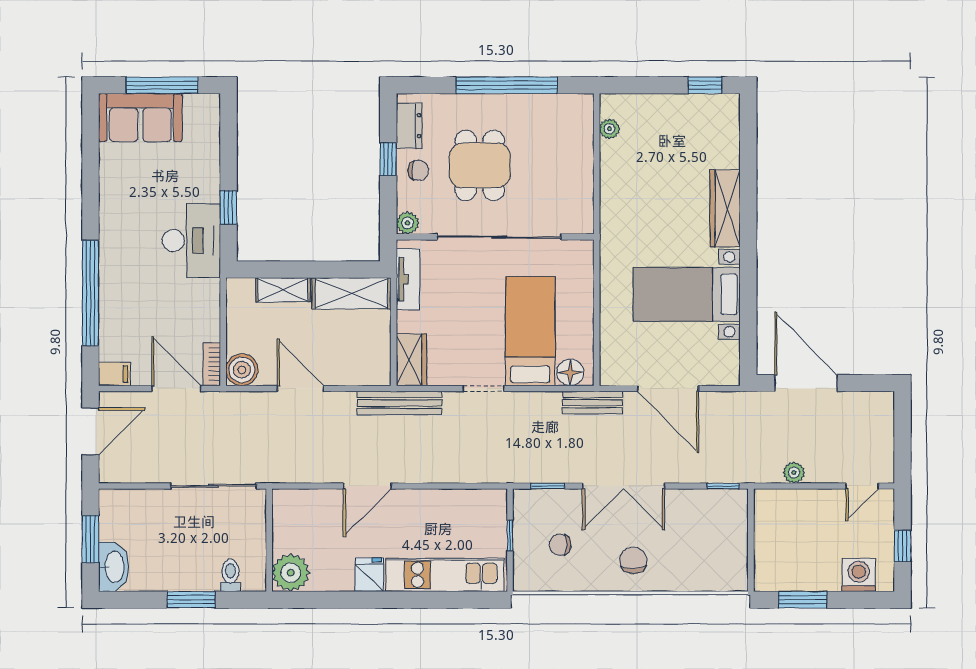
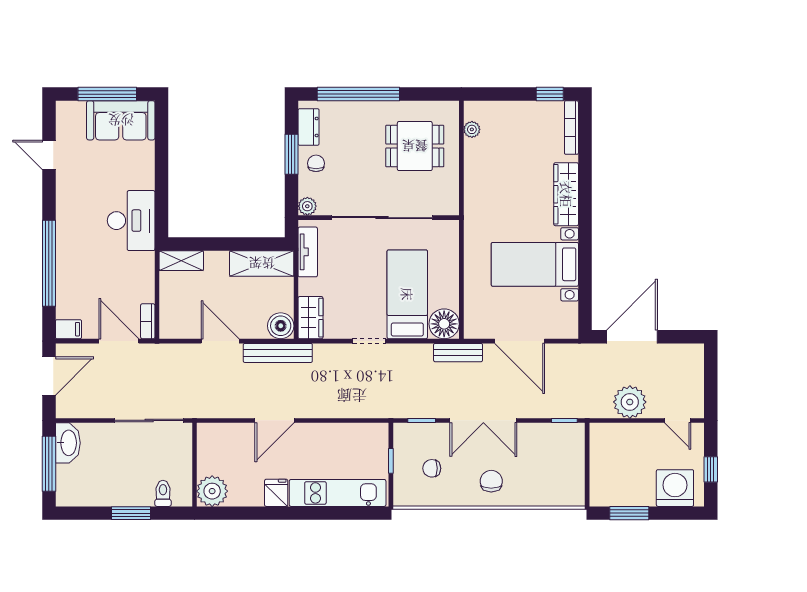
window: (507, 85) -> (358, 94), moved
sofa: (140, 118) -> (121, 120), moved
bookcase: (732, 126) -> (571, 128), added
window: (388, 159) -> (292, 154), width x1.50
door: (90, 160) -> (49, 155), added
dining table: (480, 165) -> (415, 146), moved, turned 90
chair: (418, 170) -> (316, 163), turned -90
window: (228, 207) -> (161, 194), removed
shelving: (283, 290) -> (181, 261), moved
boiler: (242, 370) -> (281, 326), moved
floor lamp: (570, 372) -> (444, 324), width x1.38, depth x1.38
door: (806, 383) -> (632, 337), hinge flipped
bench: (400, 403) -> (278, 353), moved
plant: (794, 473) -> (630, 402), width x1.87, depth x1.87
door: (862, 486) -> (678, 420), hinge flipped
window: (90, 539) -> (49, 464), width x1.44
washbasin: (114, 567) -> (68, 443), moved
washing machine: (859, 575) -> (675, 488), width x1.37, depth x1.37

